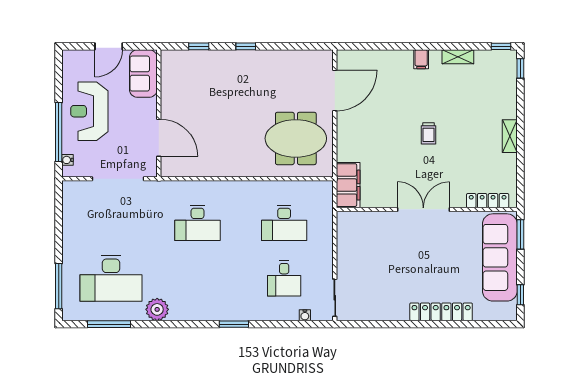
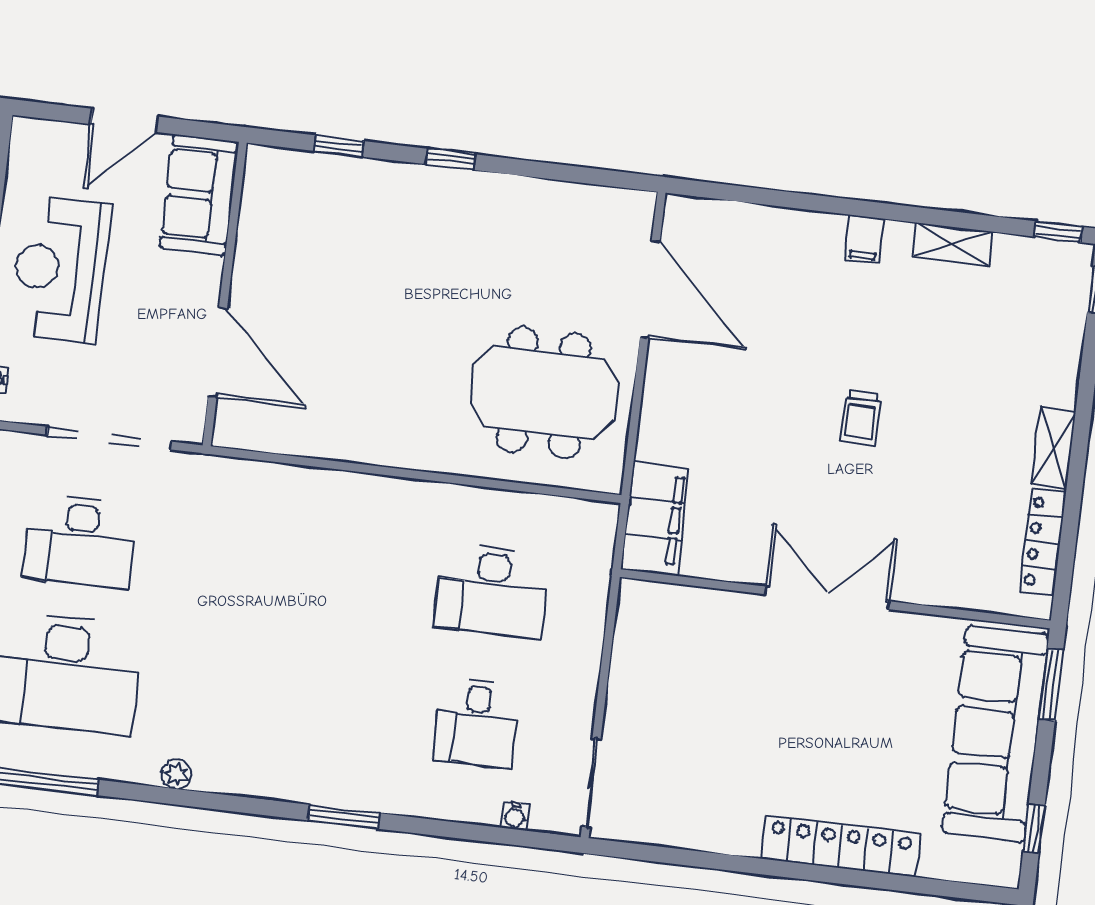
door: (335, 90) -> (650, 289), hinge flipped
locker: (488, 201) -> (1043, 542), moved, turned -90
desk: (198, 223) -> (80, 541), moved
plant: (157, 309) -> (176, 774), width x0.53, depth x0.53

